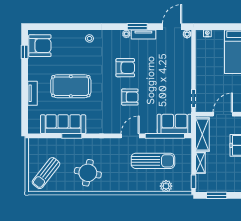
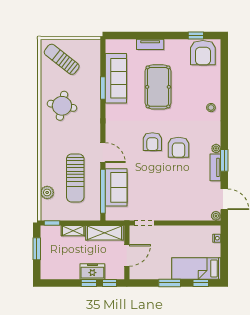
armchair: (130, 97) -> (152, 142), moved
door: (223, 114) -> (127, 255), hinge flipped
sofa: (174, 124) -> (116, 187), moved

